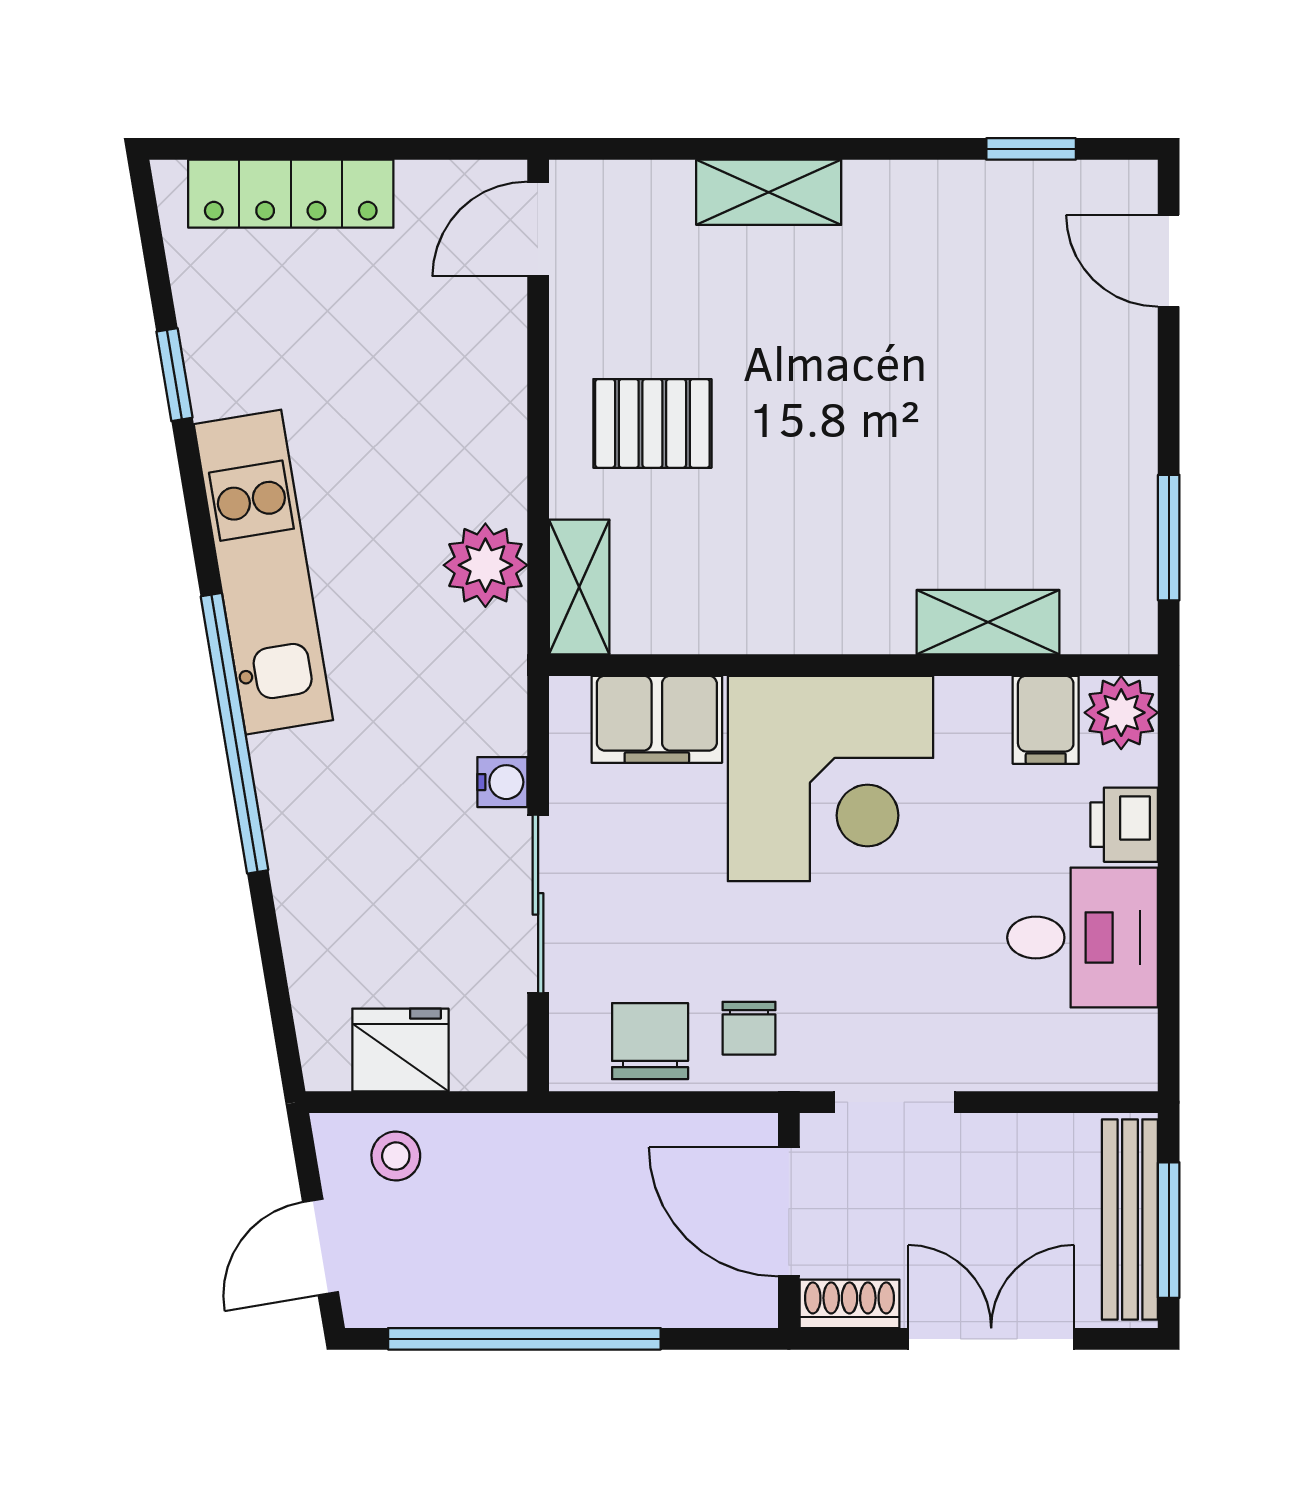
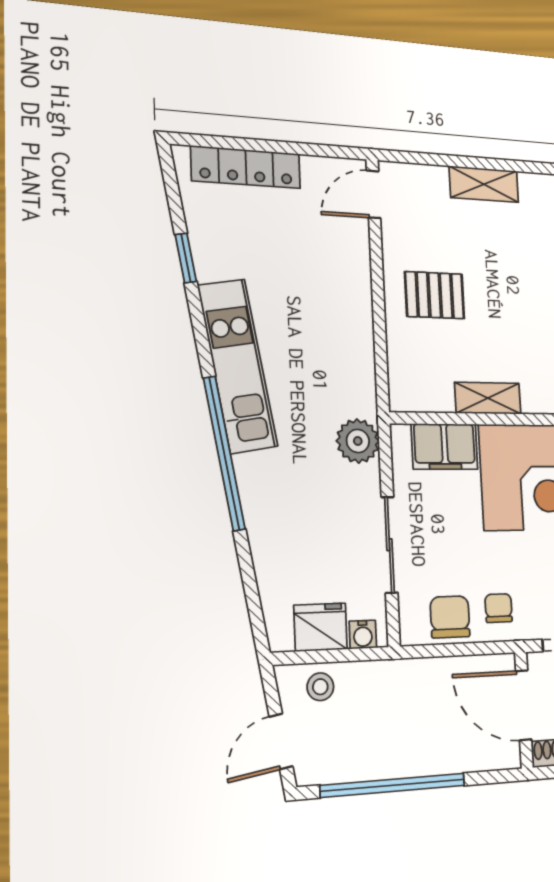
plant: (485, 565) -> (358, 441), moved
shelving: (579, 587) -> (488, 398), moved, turned 90
water cooler: (502, 782) -> (363, 634), moved, turned 90
chair: (749, 1028) -> (499, 608), turned 180

